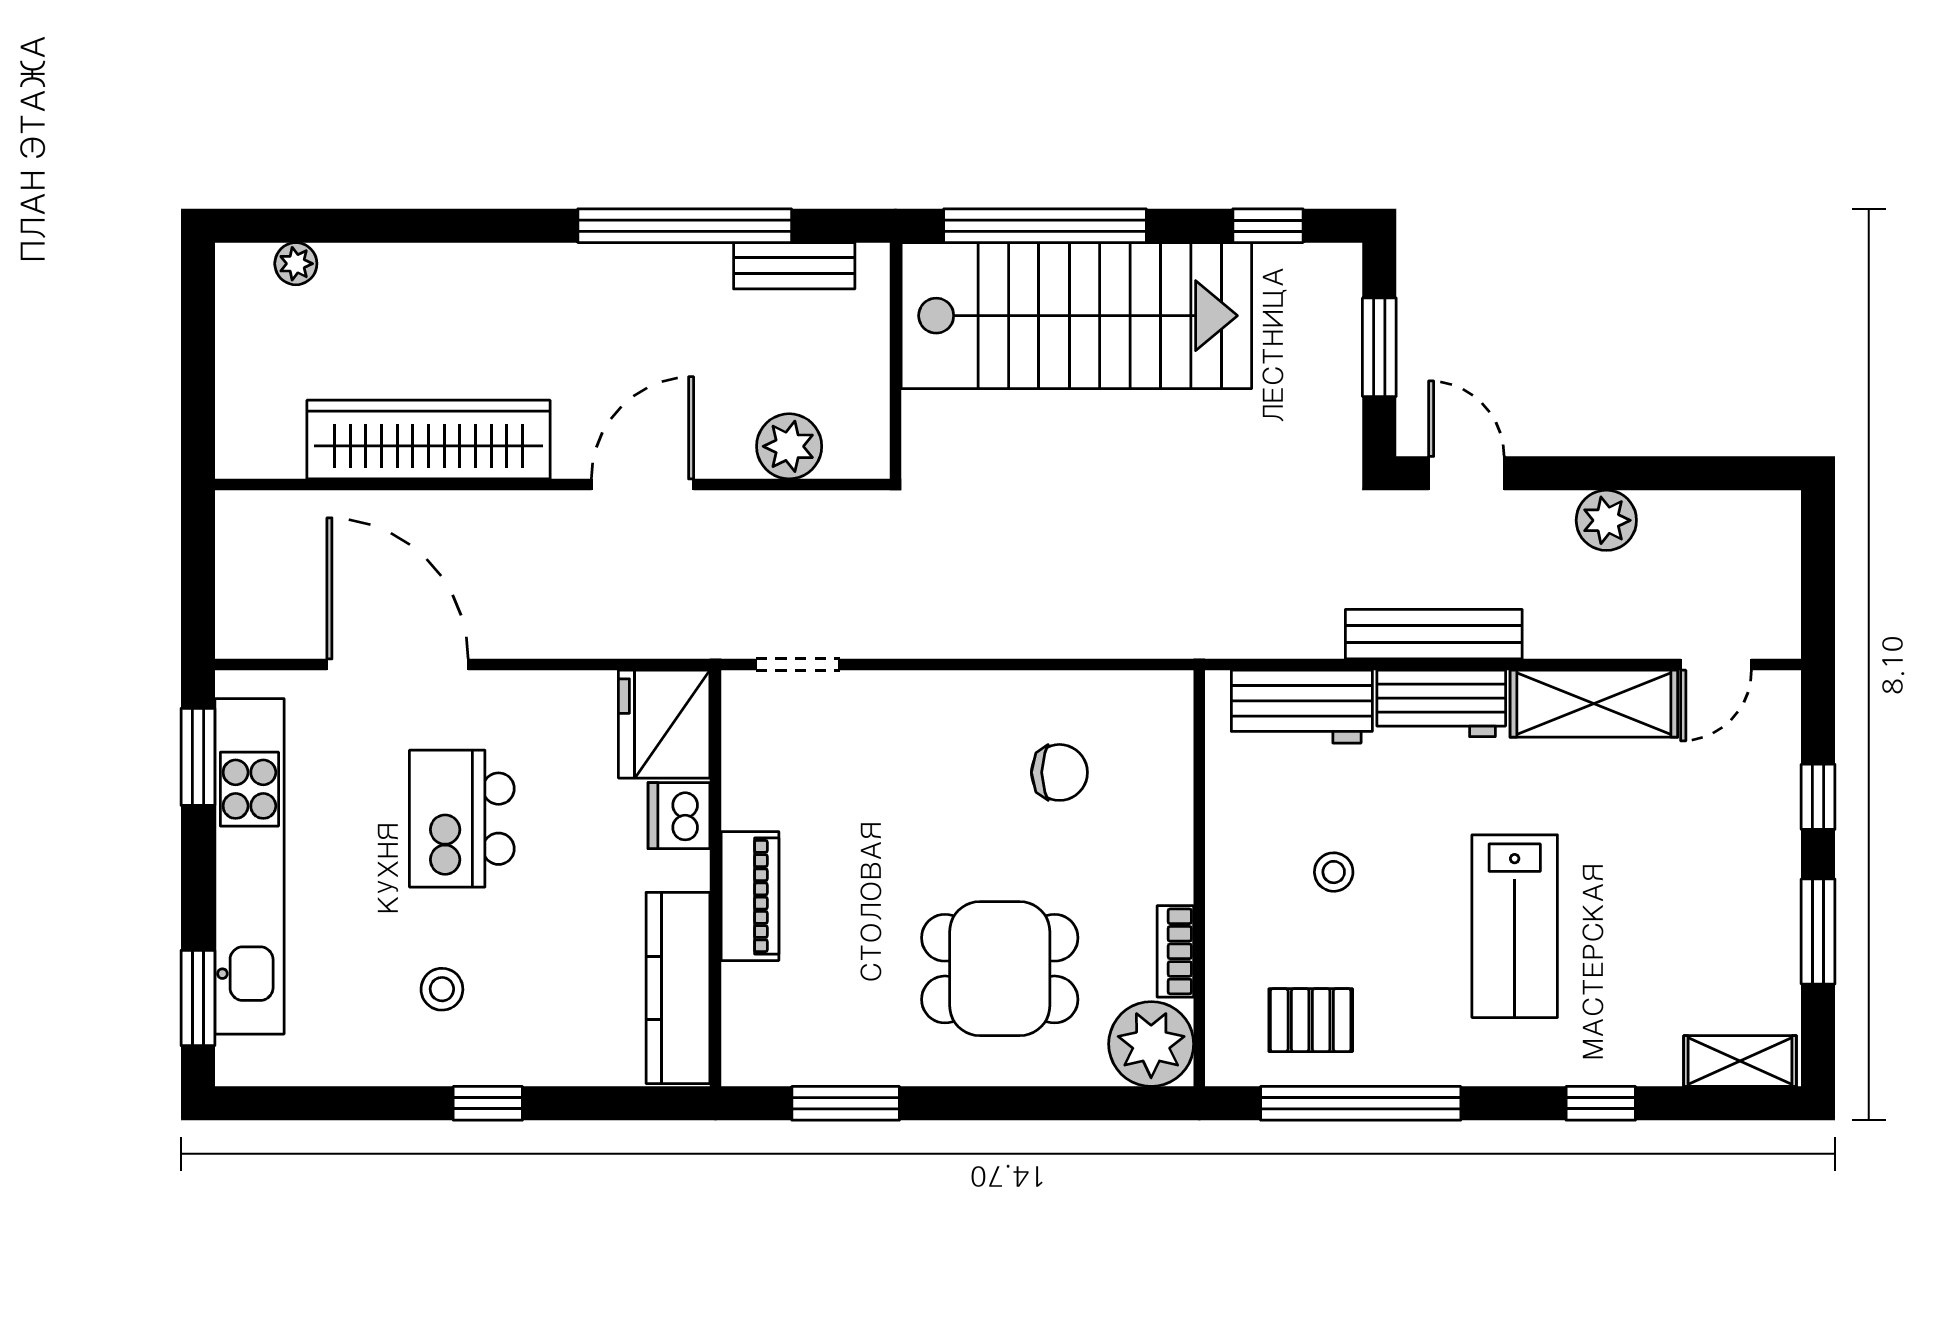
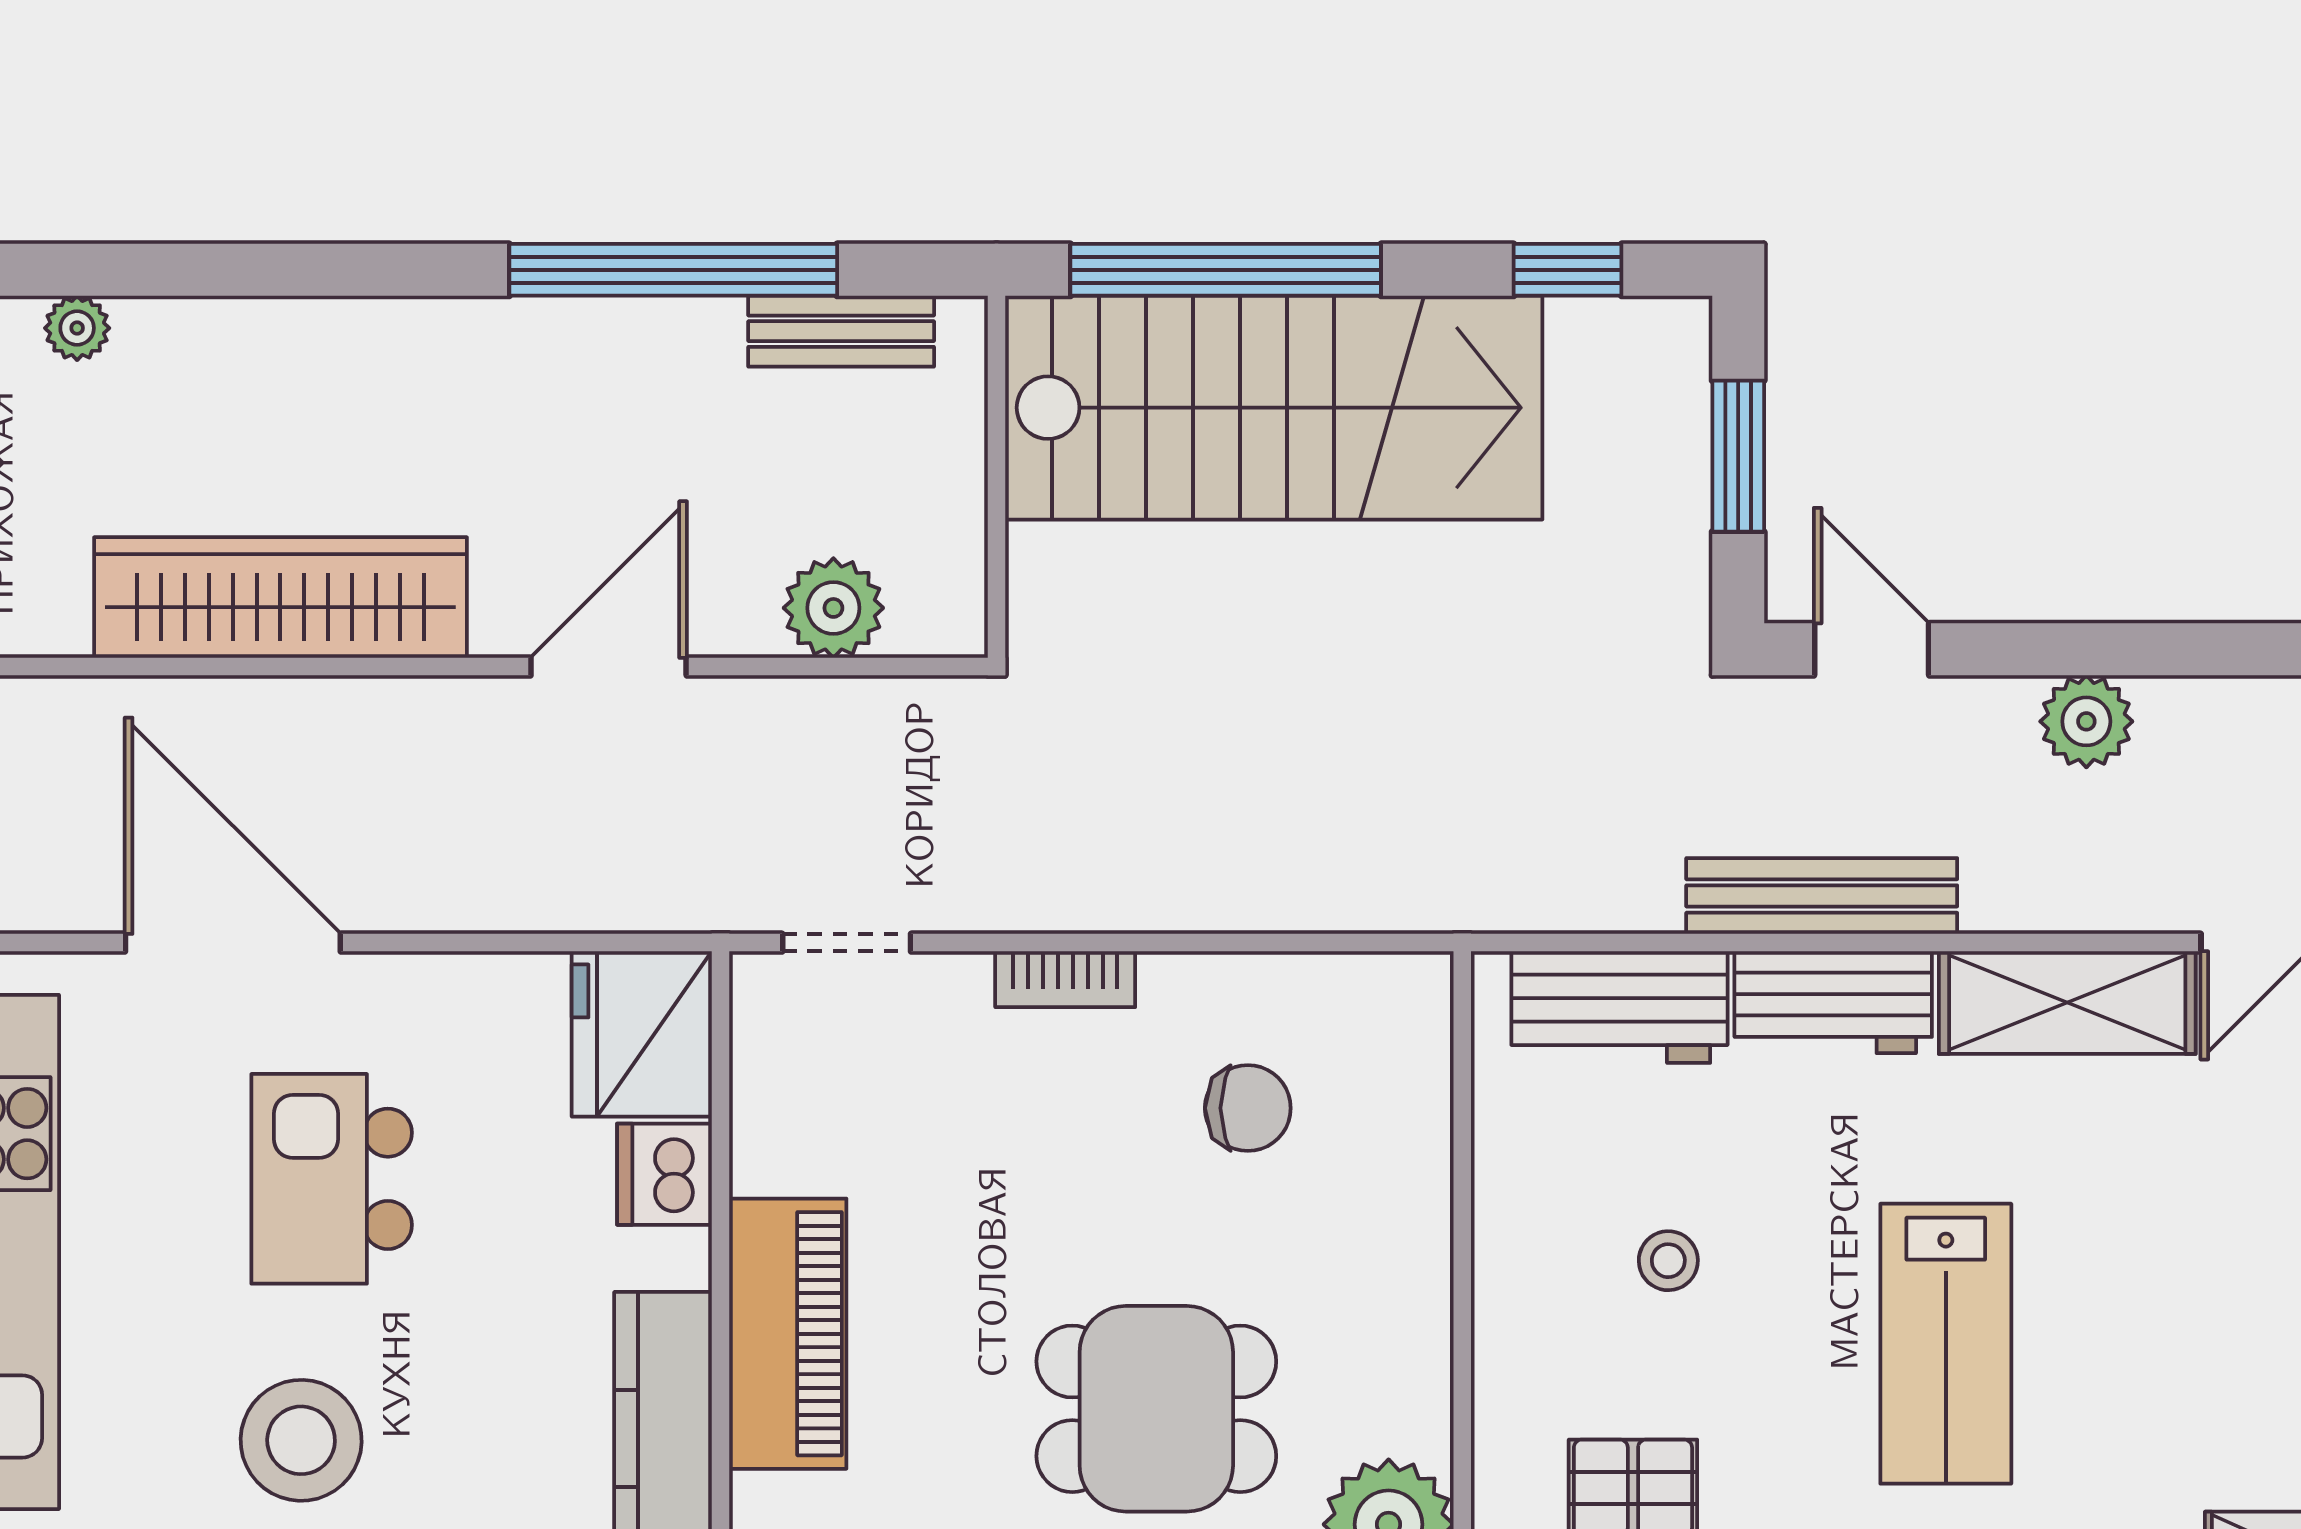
piano: (750, 896) -> (788, 1334), width x1.37, depth x1.33
bookcase: (1175, 951) -> (1065, 979), moved, turned -90
stool: (442, 989) -> (301, 1440), width x1.89, depth x1.89

